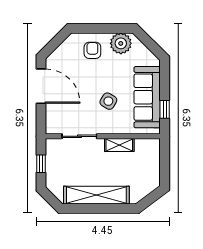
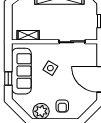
window: (165, 109) -> (8, 79), moved
shelving: (119, 145) -> (28, 35), moved

